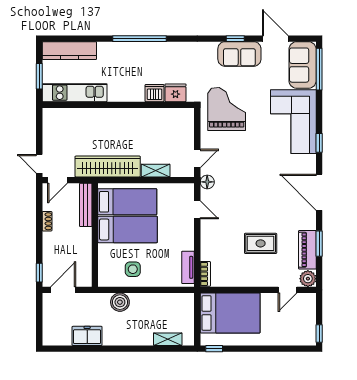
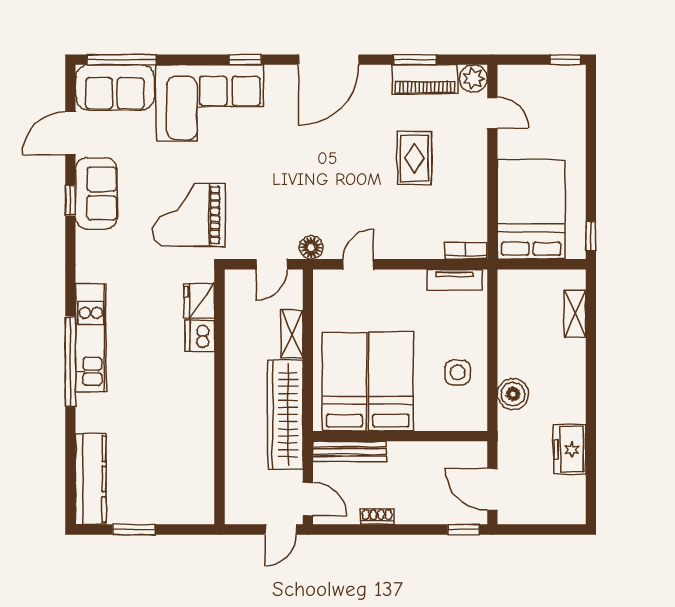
kitchen unit: (75, 93) -> (91, 338), moved, turned 180
dishwasher: (155, 93) -> (200, 336), moved
fridge: (175, 93) -> (199, 301), moved
wall: (118, 105) -> (219, 397), moved
door: (197, 158) -> (272, 264), swing flipped

